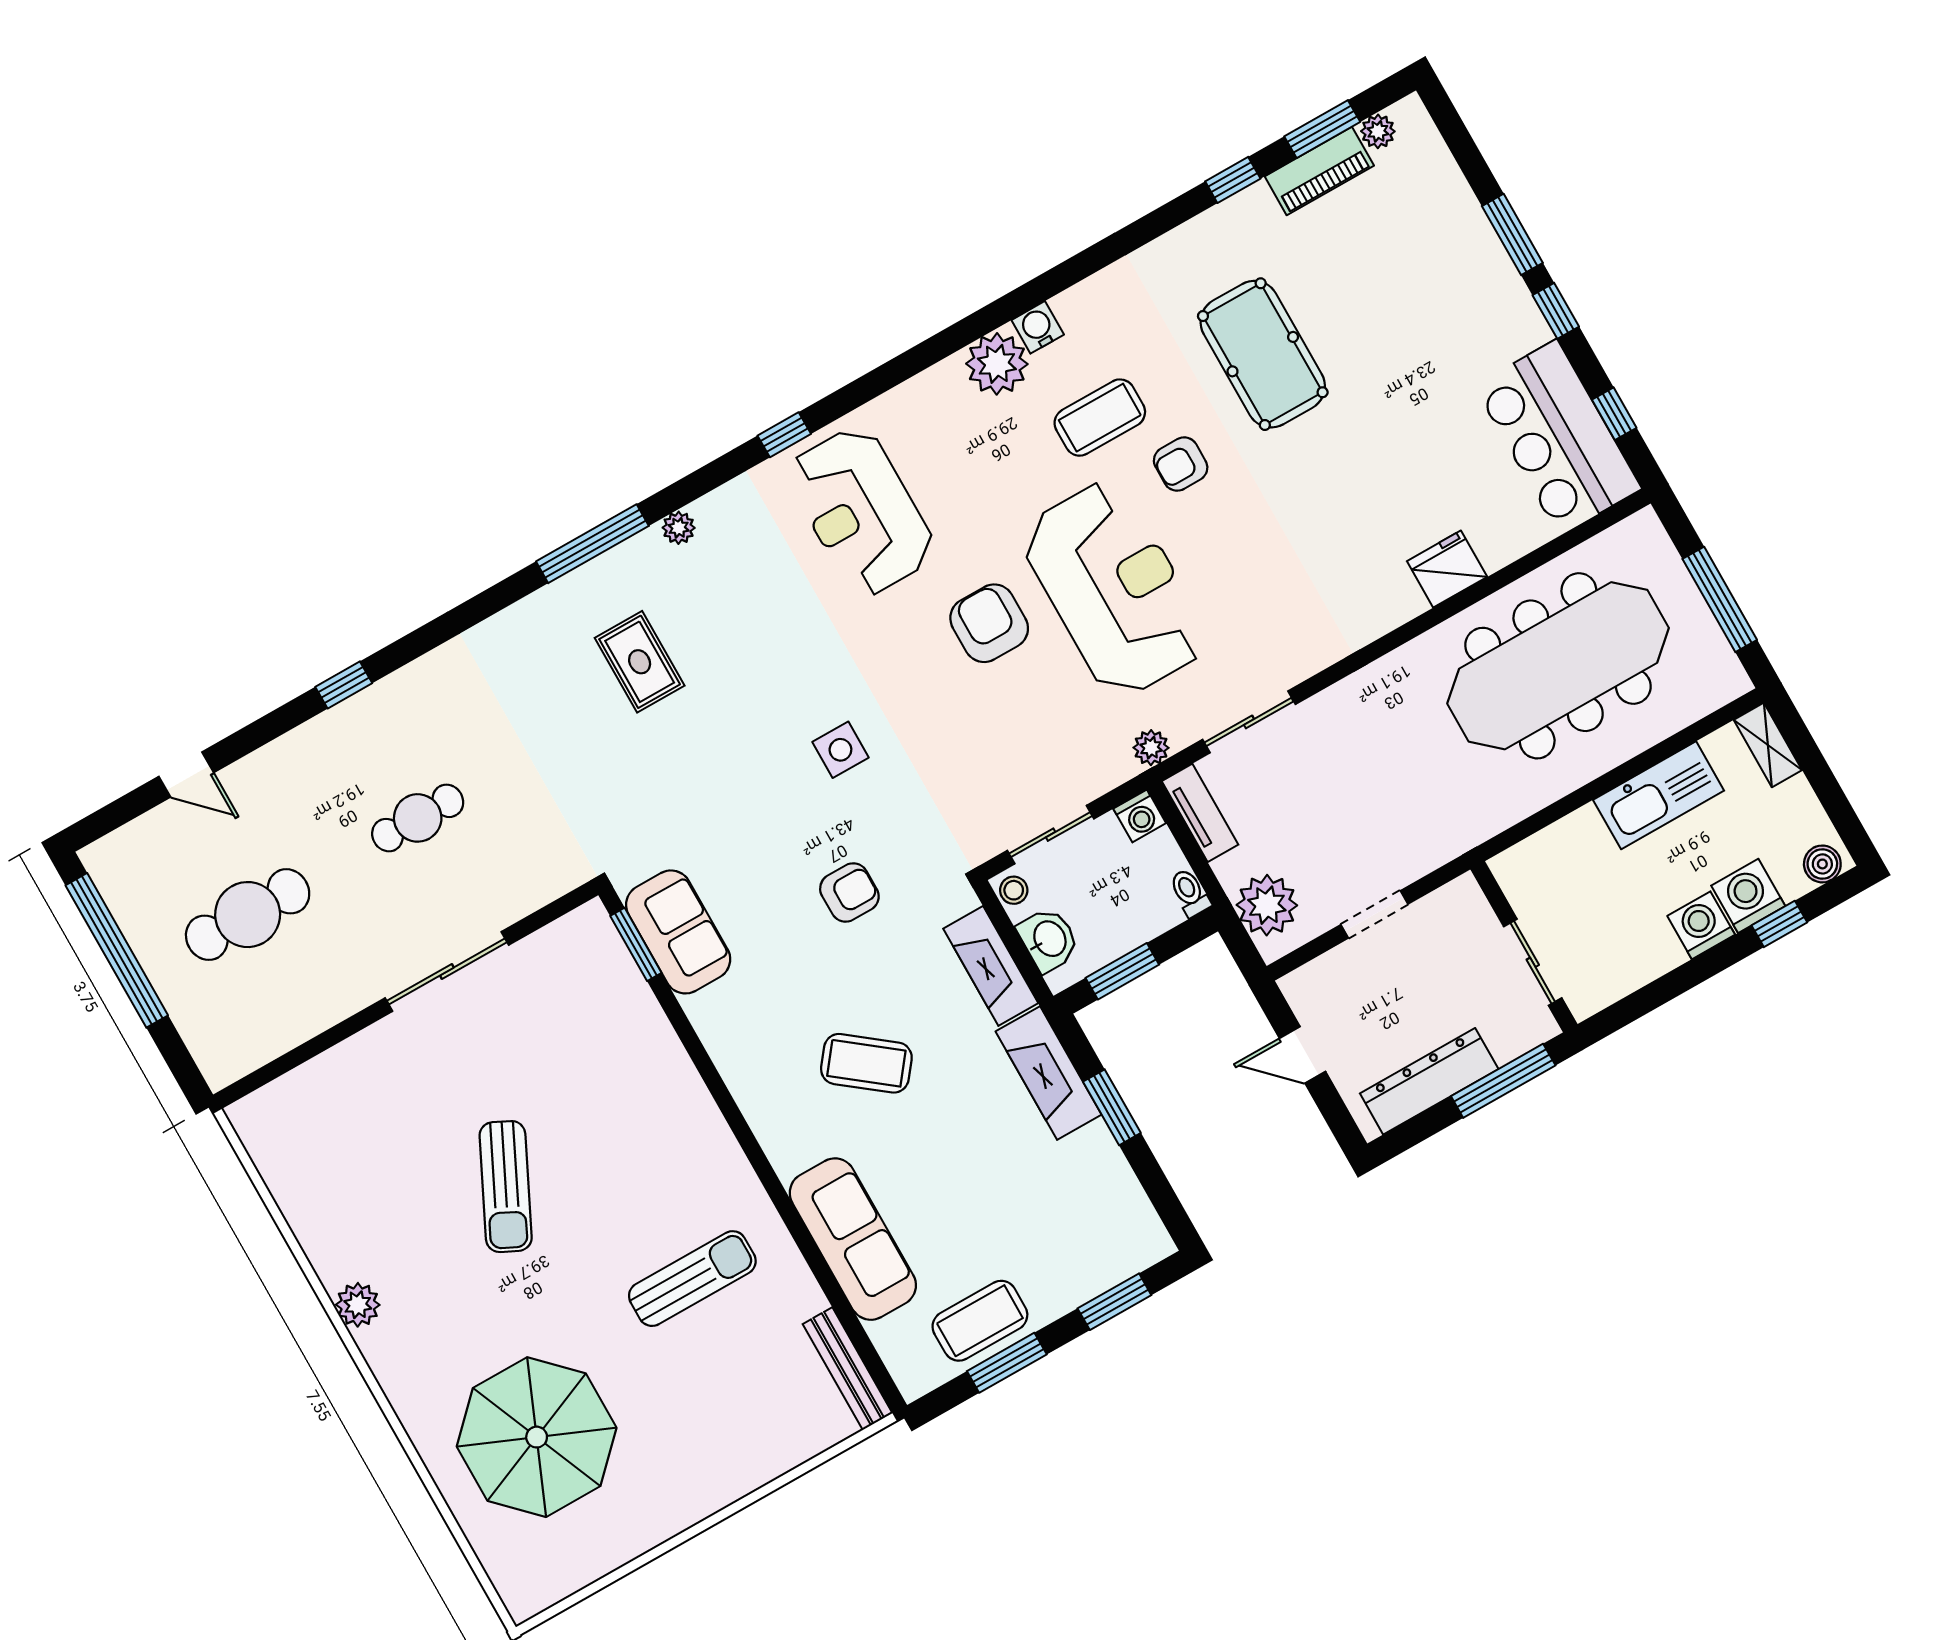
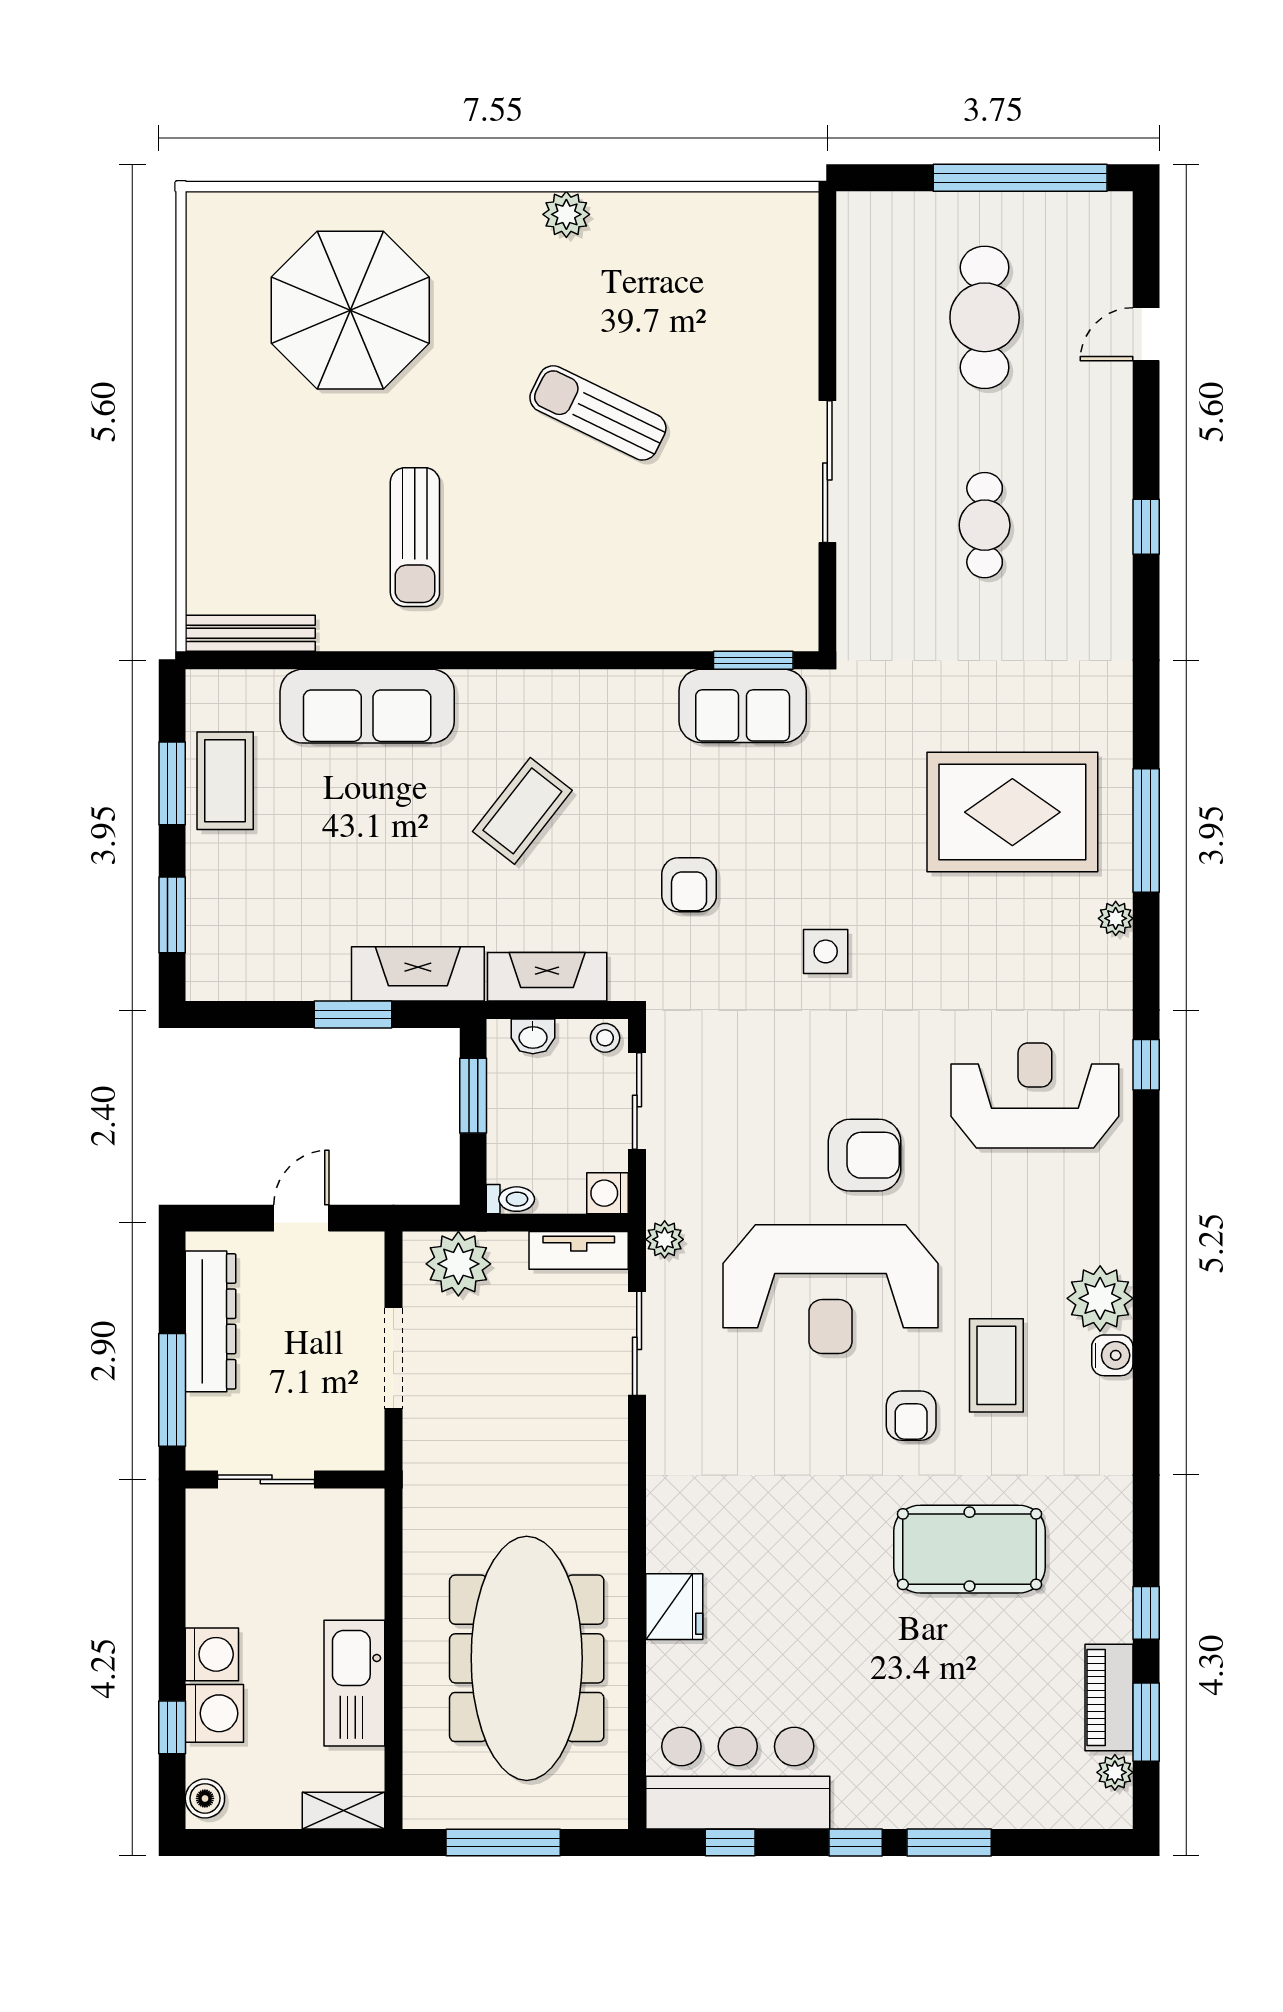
armchair: (1181, 464) -> (911, 1416), turned 180
rug: (640, 662) -> (1012, 812), width x1.86, depth x2.06
doorway: (1374, 914) -> (393, 1358), width x1.38
washbasin: (1049, 939) -> (533, 1036), width x0.72, depth x0.69

